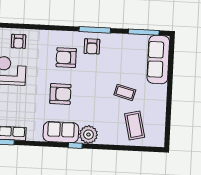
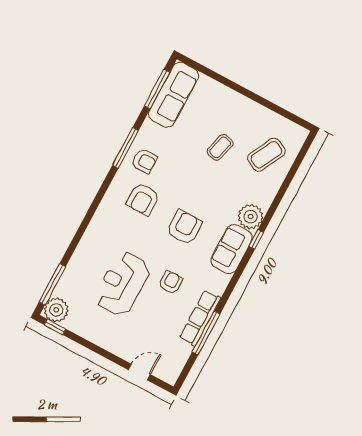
armchair: (18, 41) -> (171, 282), moved, turned -90
sofa: (158, 60) -> (174, 95), moved, turned -90
coffee table: (135, 126) -> (266, 155), turned -50

